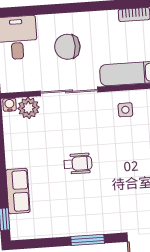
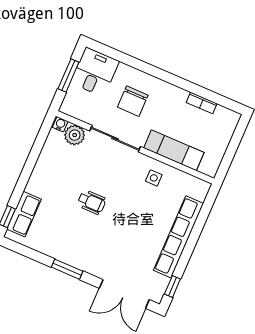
chair: (67, 47) -> (133, 101), turned -90
row of seats: (18, 191) -> (24, 214), moved

